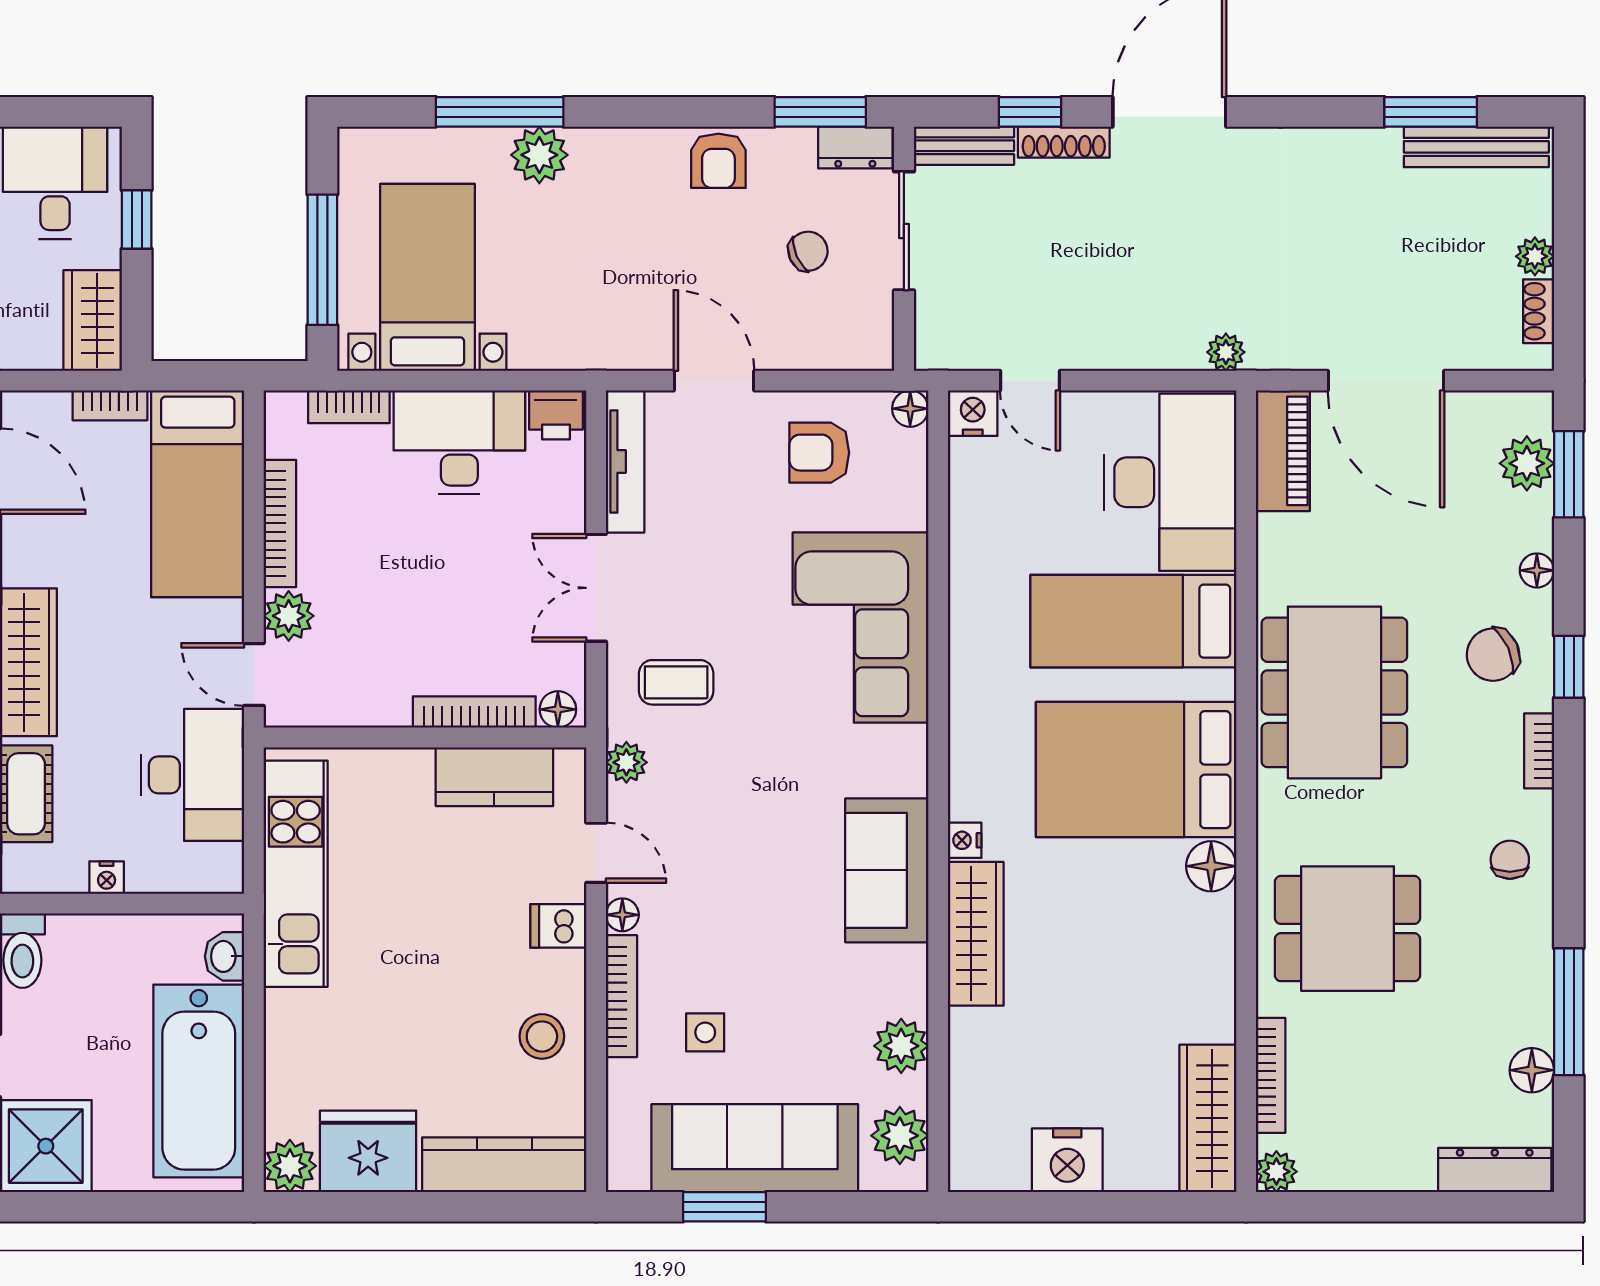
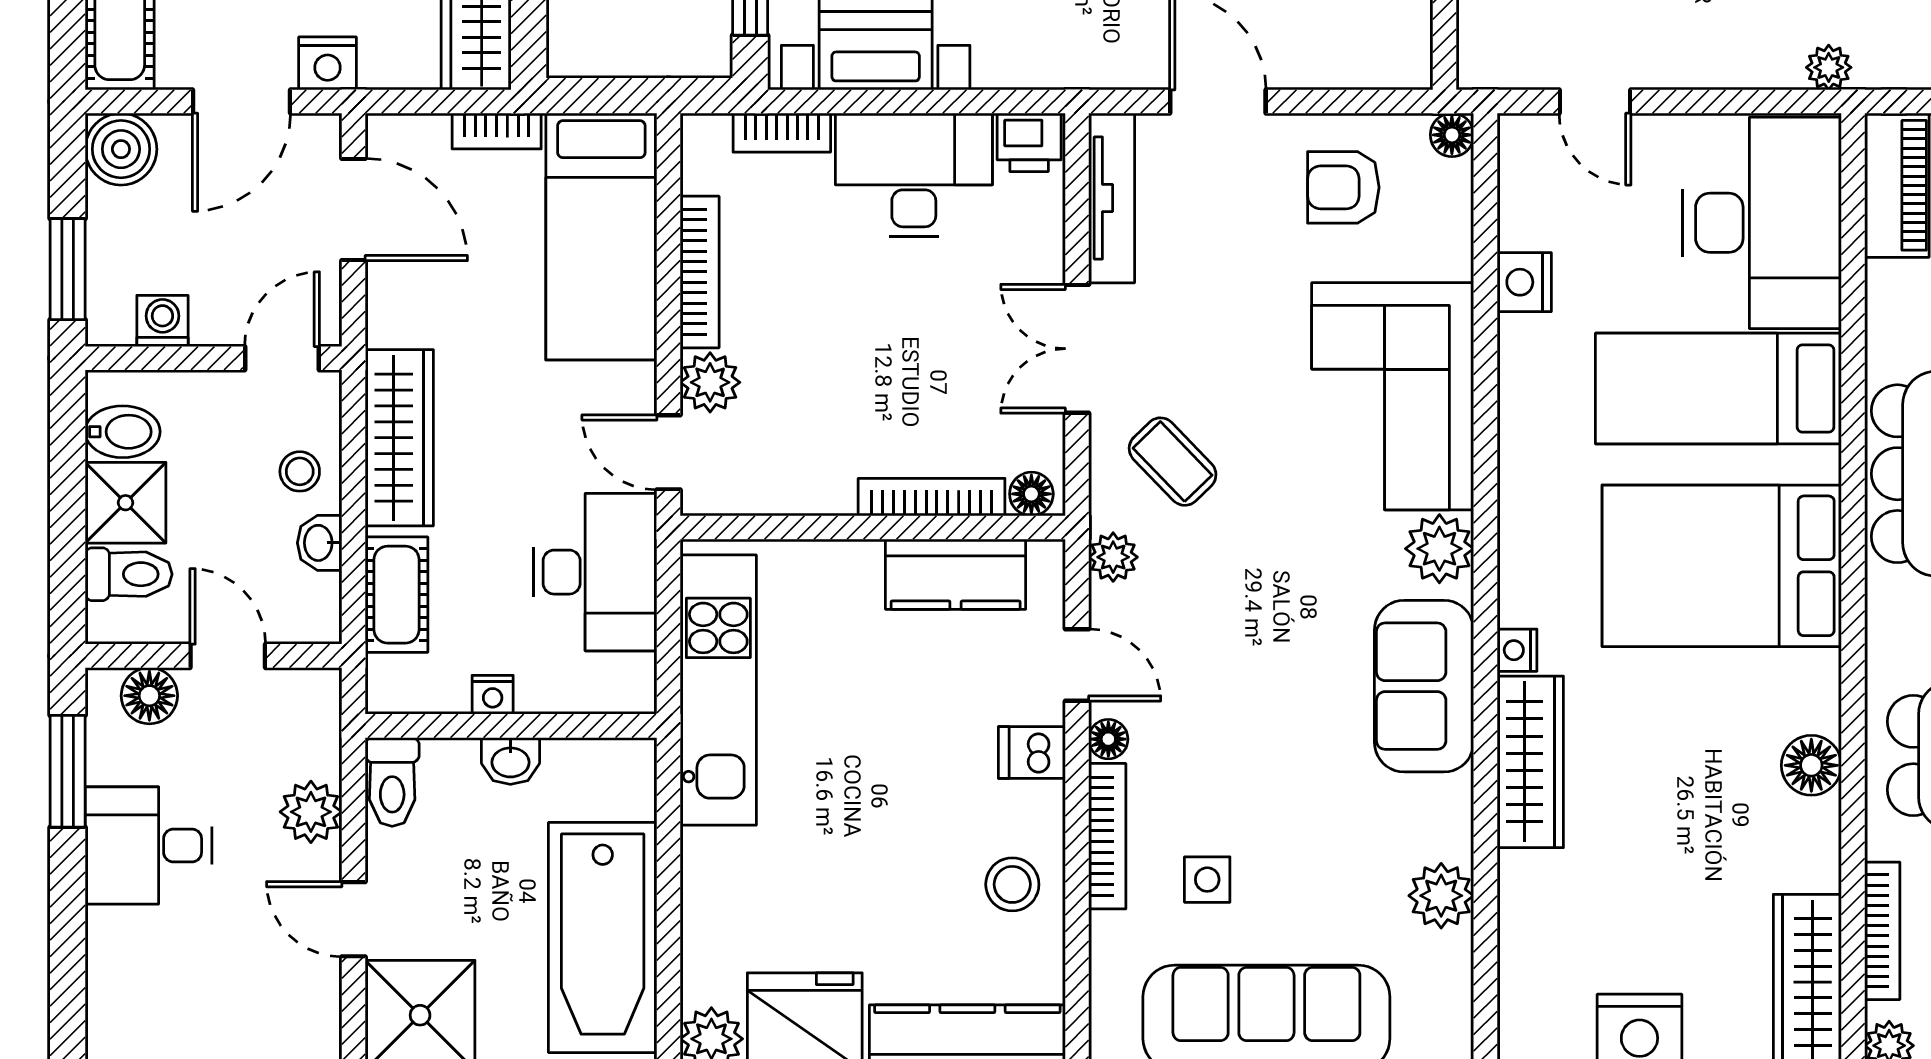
nightstand: (973, 413) -> (1524, 282), moved, turned -90
coffee table: (676, 682) -> (1173, 462), turned 46
floor lamp: (1211, 866) -> (1811, 765), moved
washbasin: (224, 956) -> (510, 761), moved, turned -90
plant: (900, 1136) -> (1439, 549), moved

